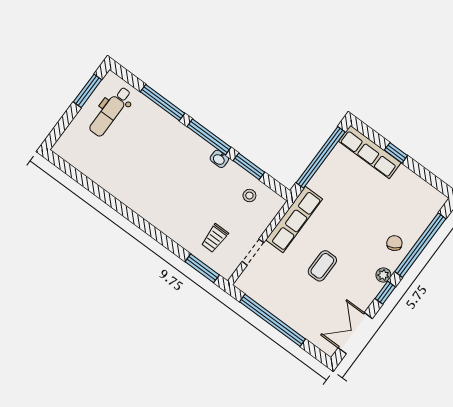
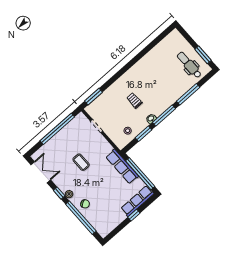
row of seats: (294, 219) -> (122, 166), moved
trolley: (215, 238) -> (134, 101), moved

